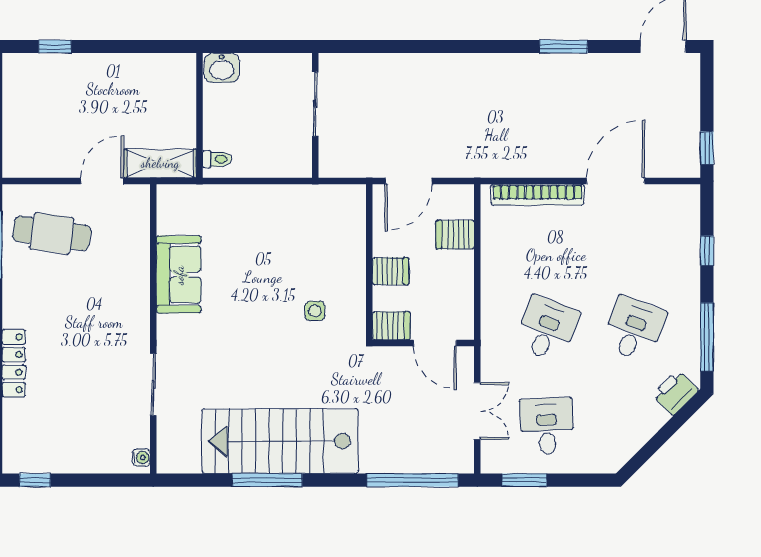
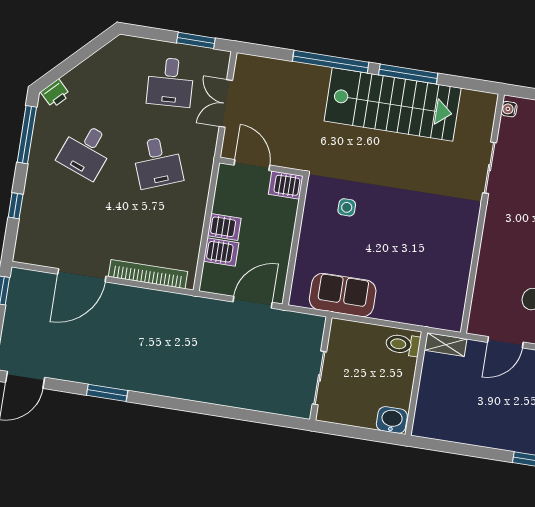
toilet: (217, 159) -> (403, 345), width x1.37, depth x1.39
shelving: (160, 163) -> (446, 345), width x0.67, depth x0.75
server rack: (391, 271) -> (224, 227), moved, turned 180
sofa: (179, 275) -> (343, 295), moved, turned 90
desk: (547, 329) -> (158, 162), turned -42
printer: (675, 392) -> (55, 93), width x0.73, depth x0.81
window: (413, 480) -> (331, 62), moved

